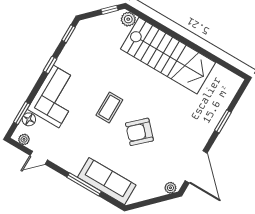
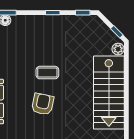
corner sofa: (56, 97) -> (33, 30), removed
armchair: (139, 132) -> (43, 104), turned 55

